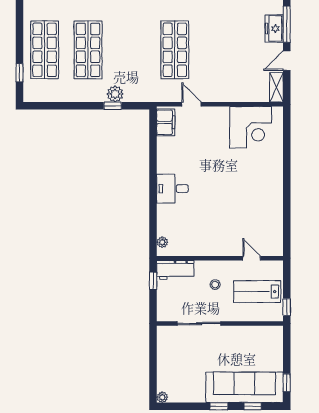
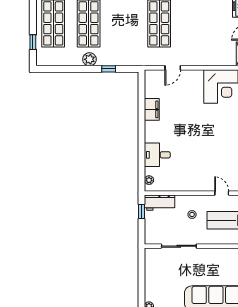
plant: (115, 94) -> (89, 59), moved
door: (191, 104) -> (173, 68), swing flipped
filing cabinet: (166, 122) -> (152, 109), moved
desk: (172, 189) -> (157, 155), moved

